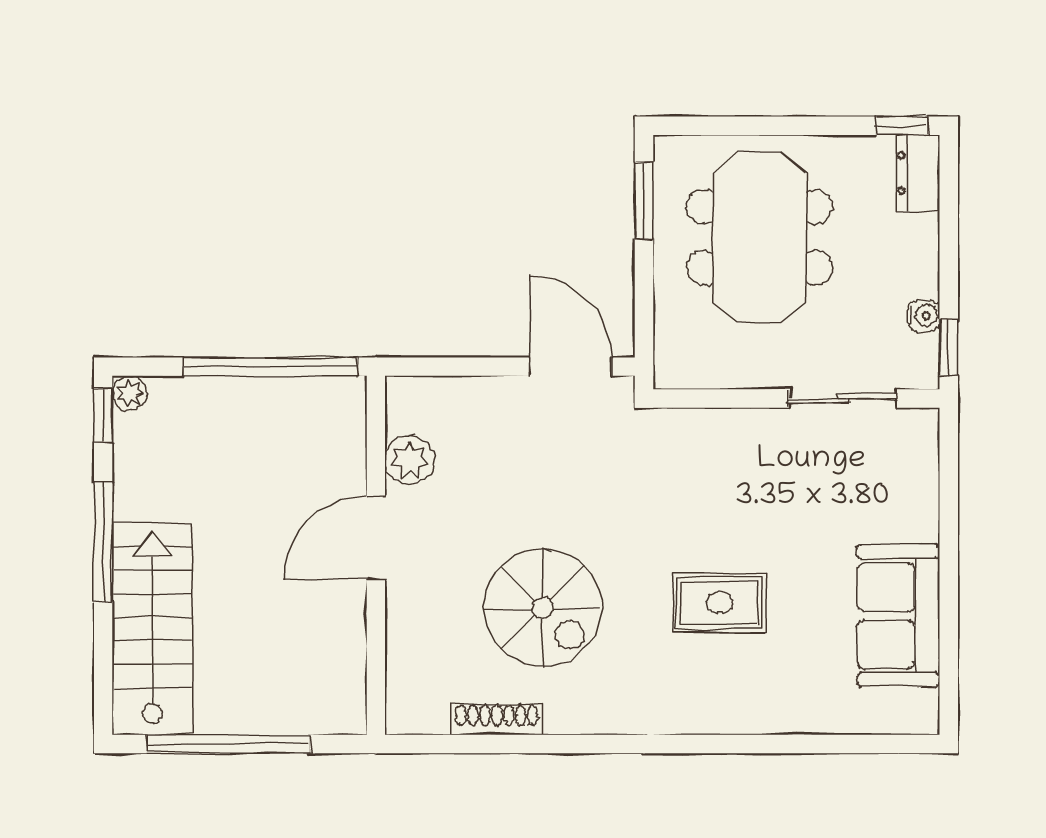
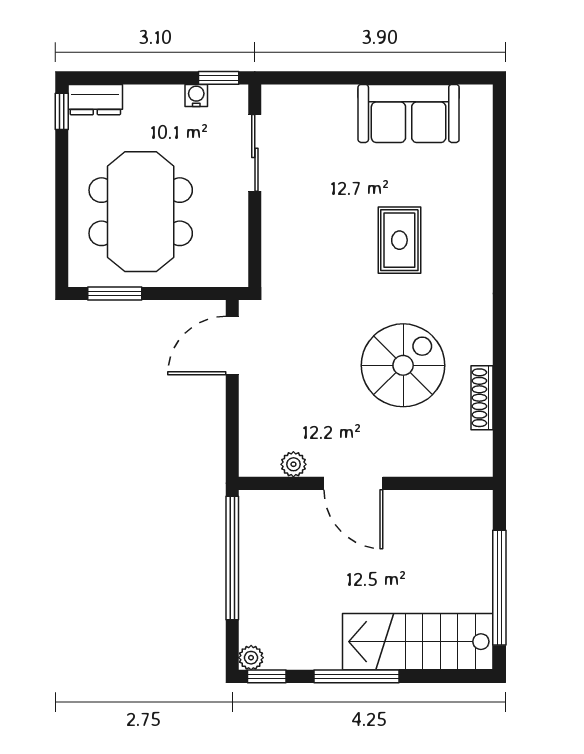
meeting table: (760, 237) -> (141, 212), turned 90
plant: (410, 460) -> (293, 464), width x0.73, depth x0.73

